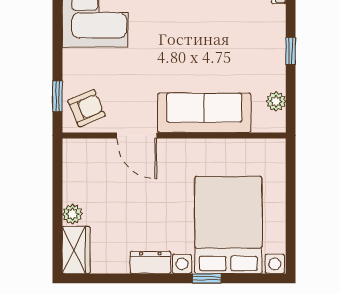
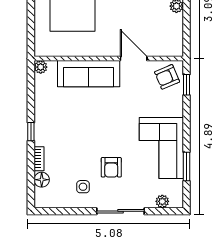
window: (291, 51) -> (31, 132), moved
plant: (276, 101) -> (41, 67), moved

